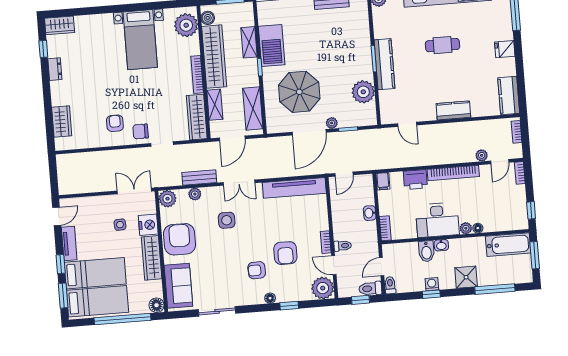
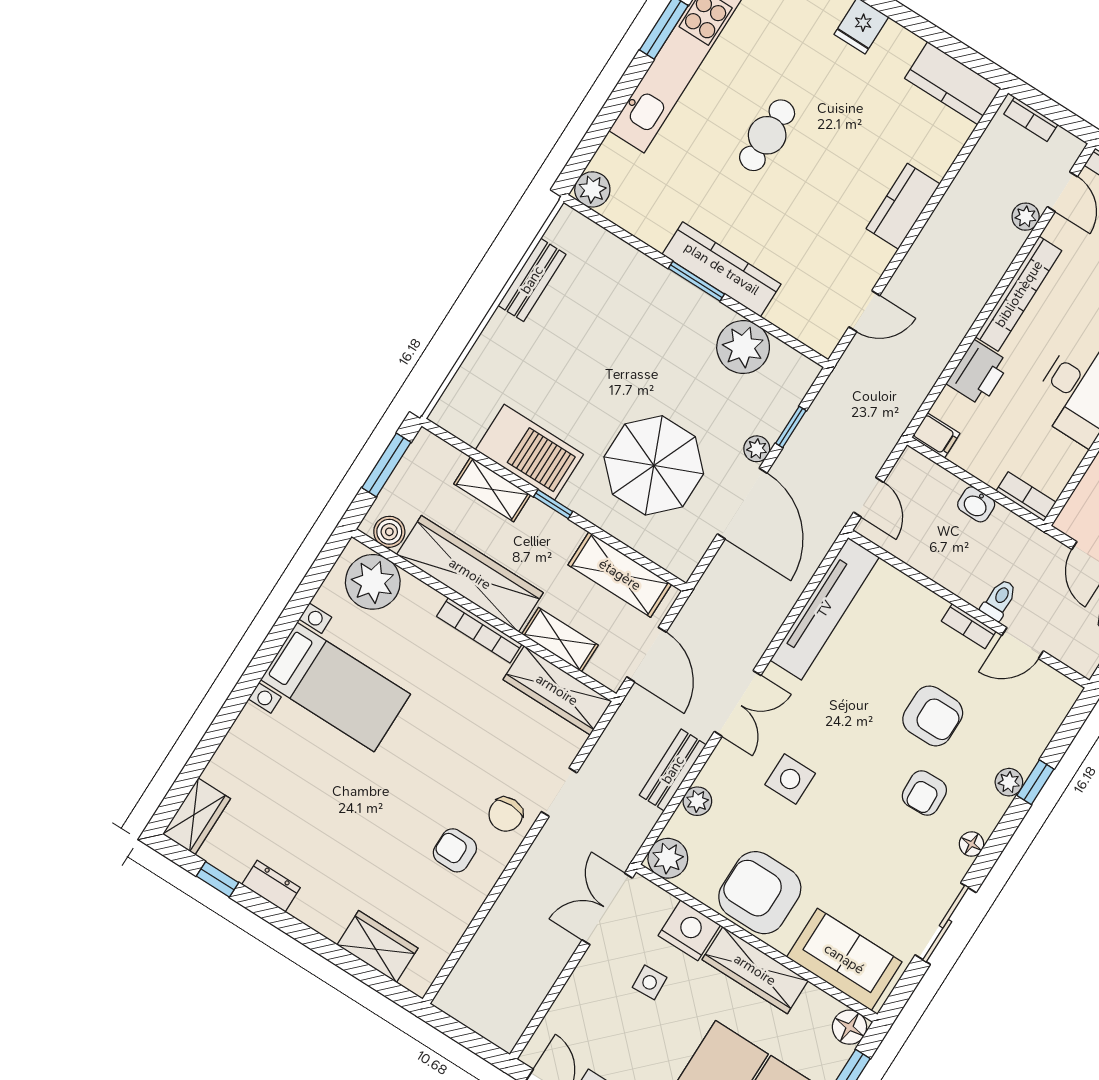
plant: (323, 288) -> (1009, 782), moved, width x0.53, depth x0.53
floor lamp: (270, 298) -> (971, 844), moved

